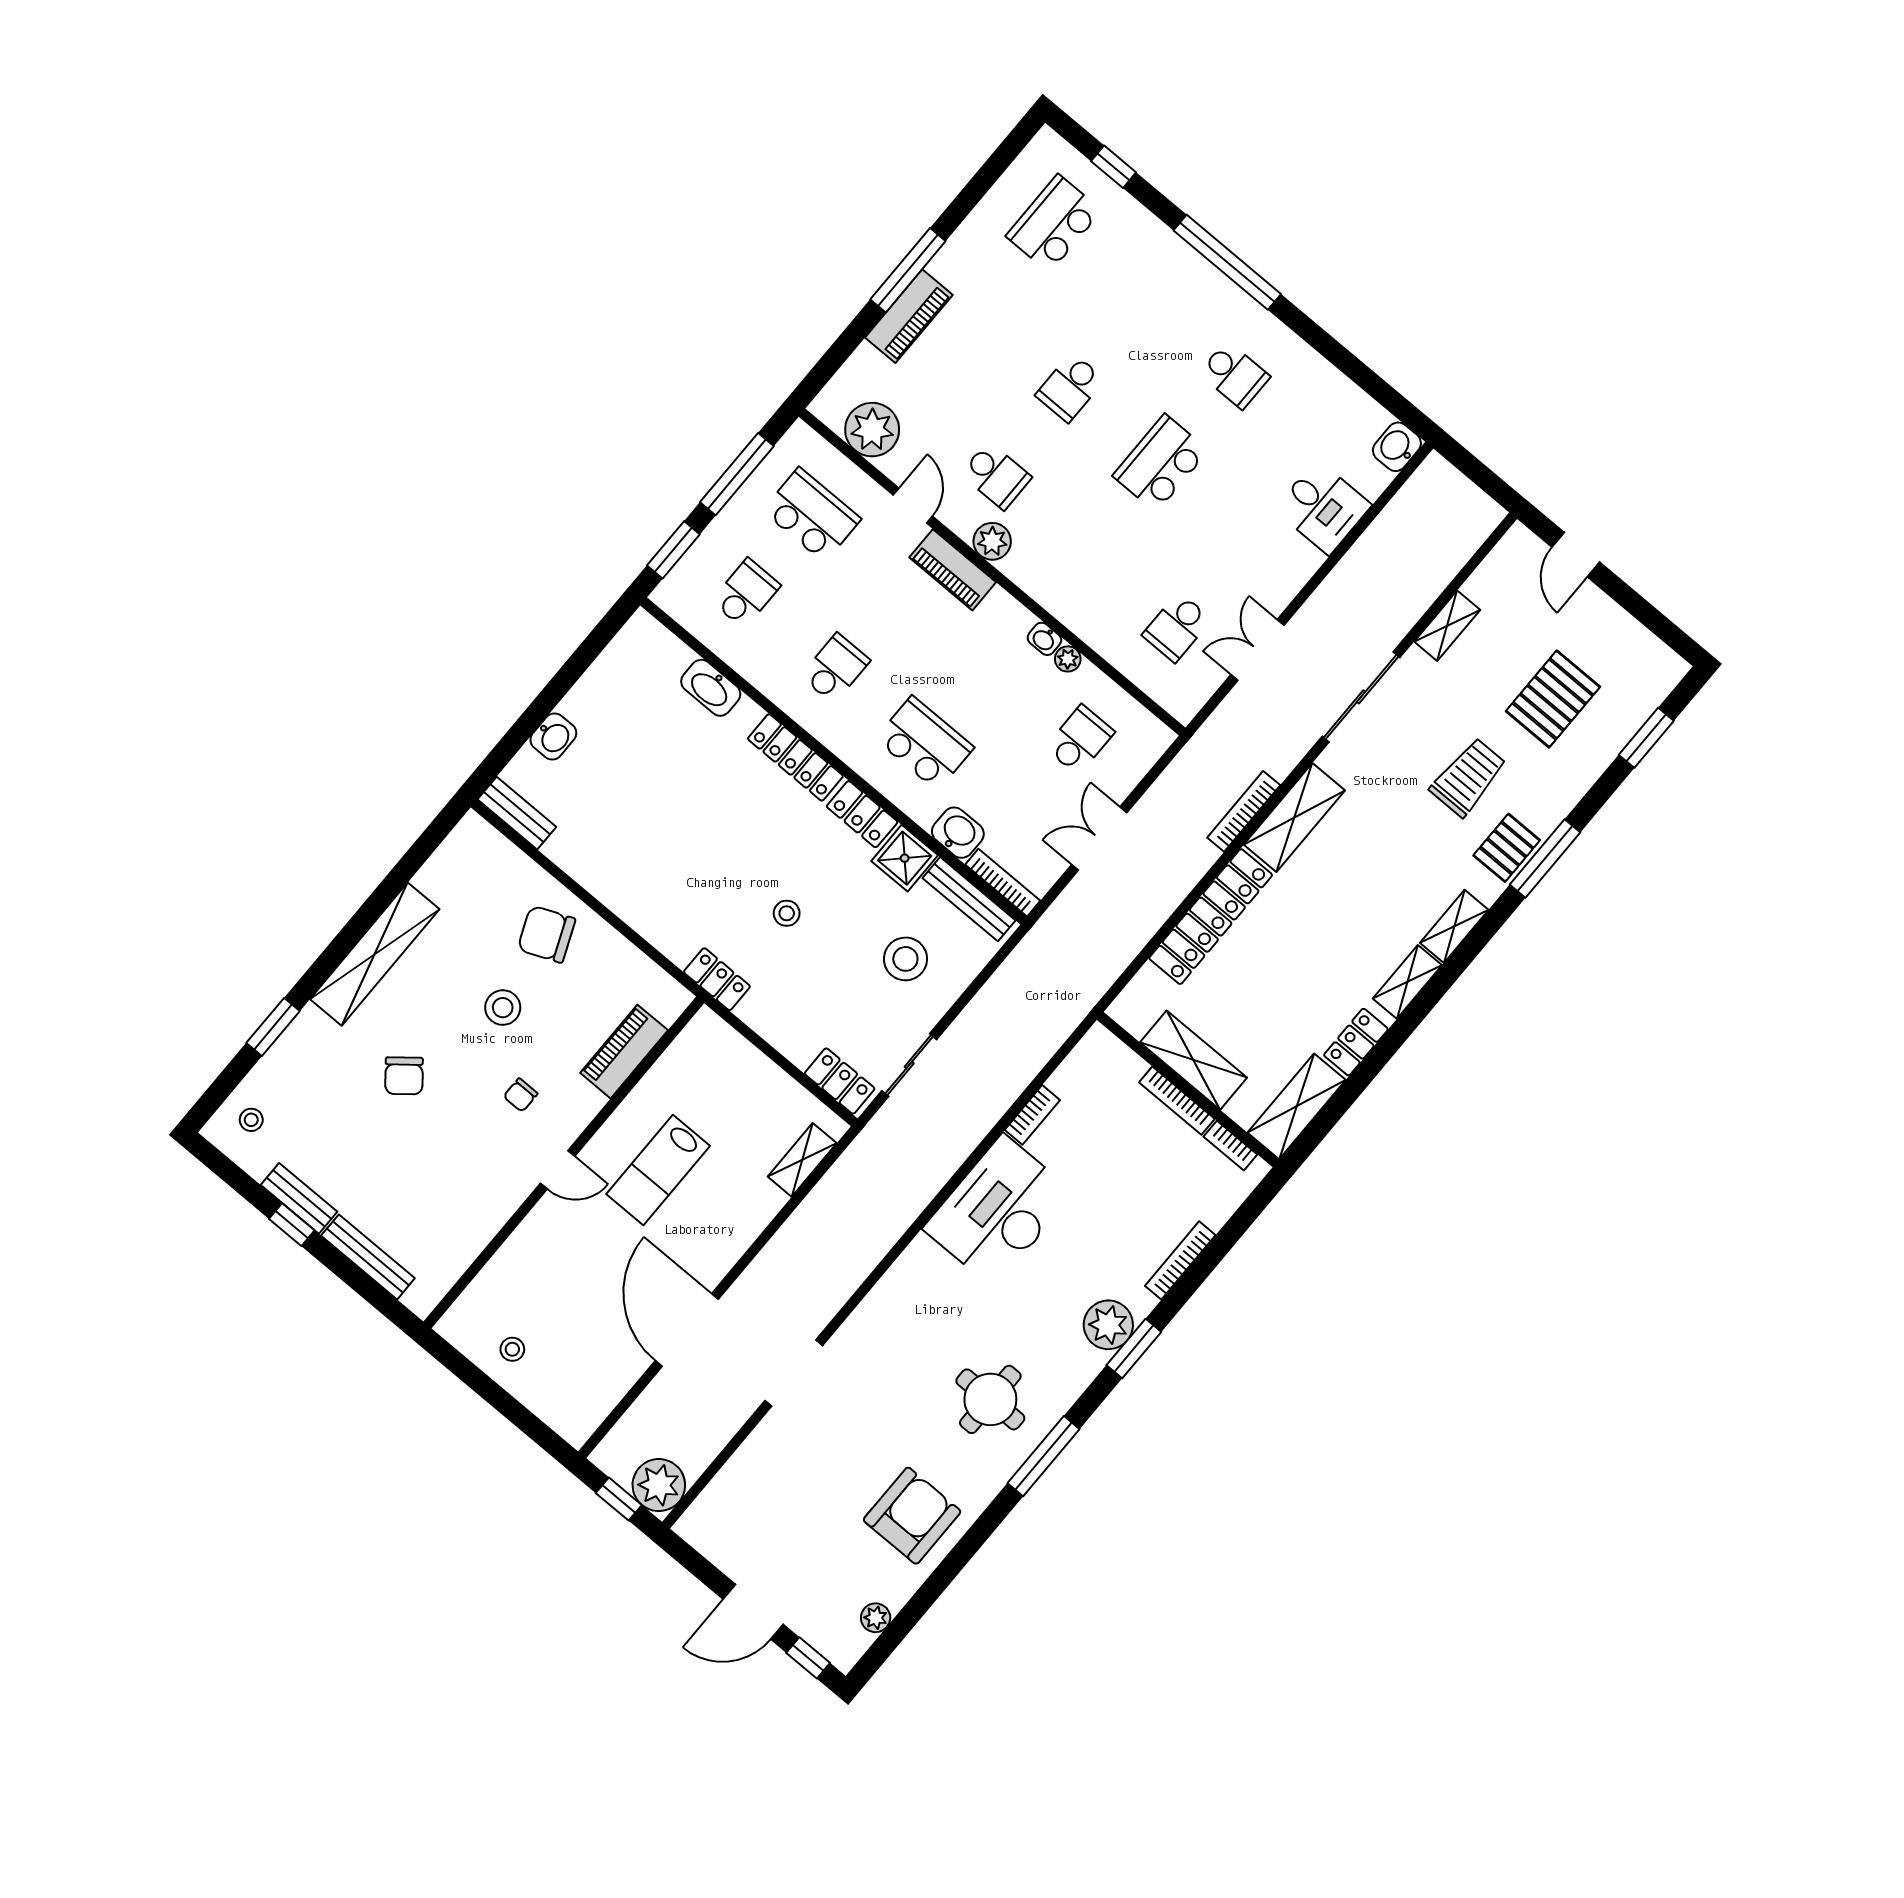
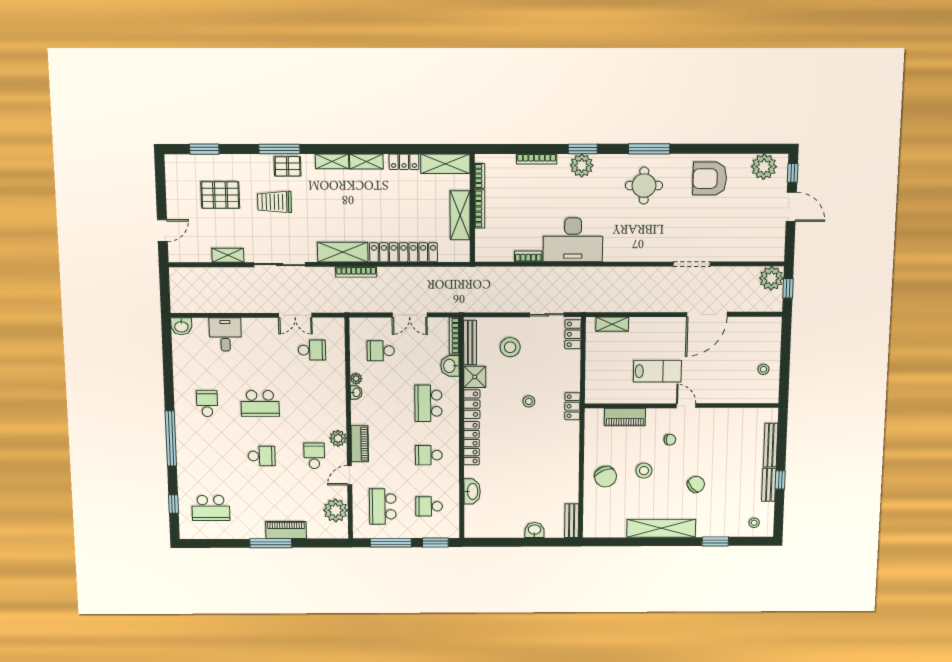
plant: (876, 1618) -> (764, 167), width x1.88, depth x1.88

